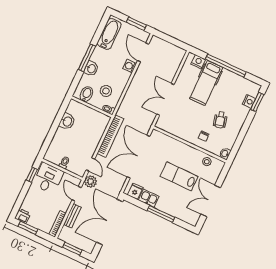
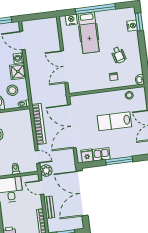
shower: (121, 78) -> (18, 72), added

